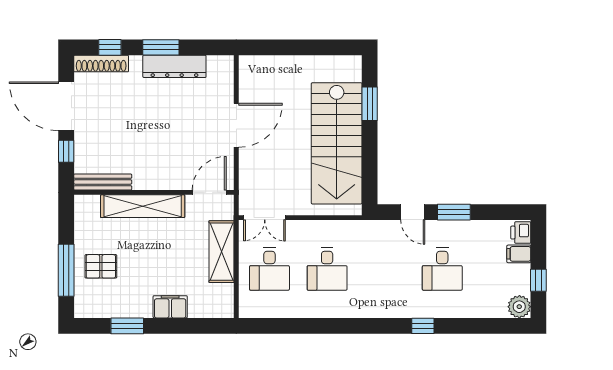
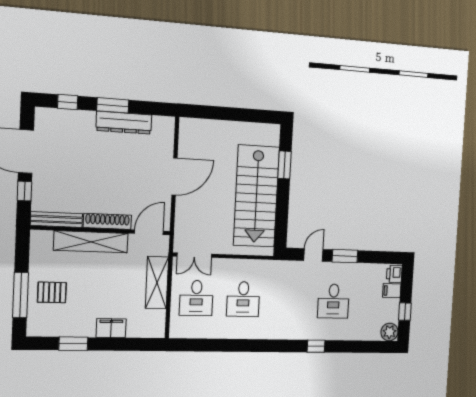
shoe rack: (101, 64) -> (107, 221), moved, turned 180
door: (413, 212) -> (313, 255), swing flipped

